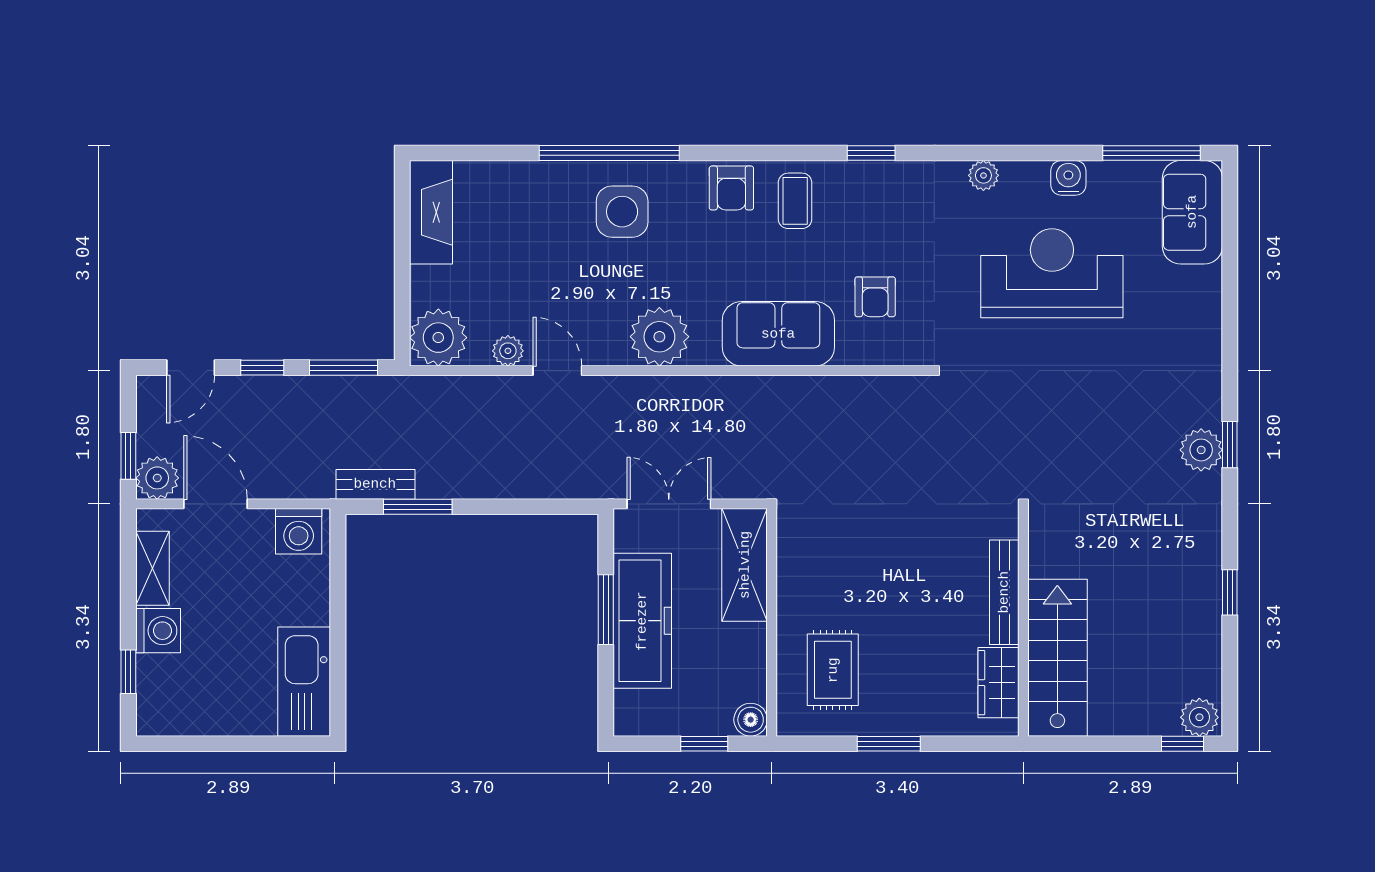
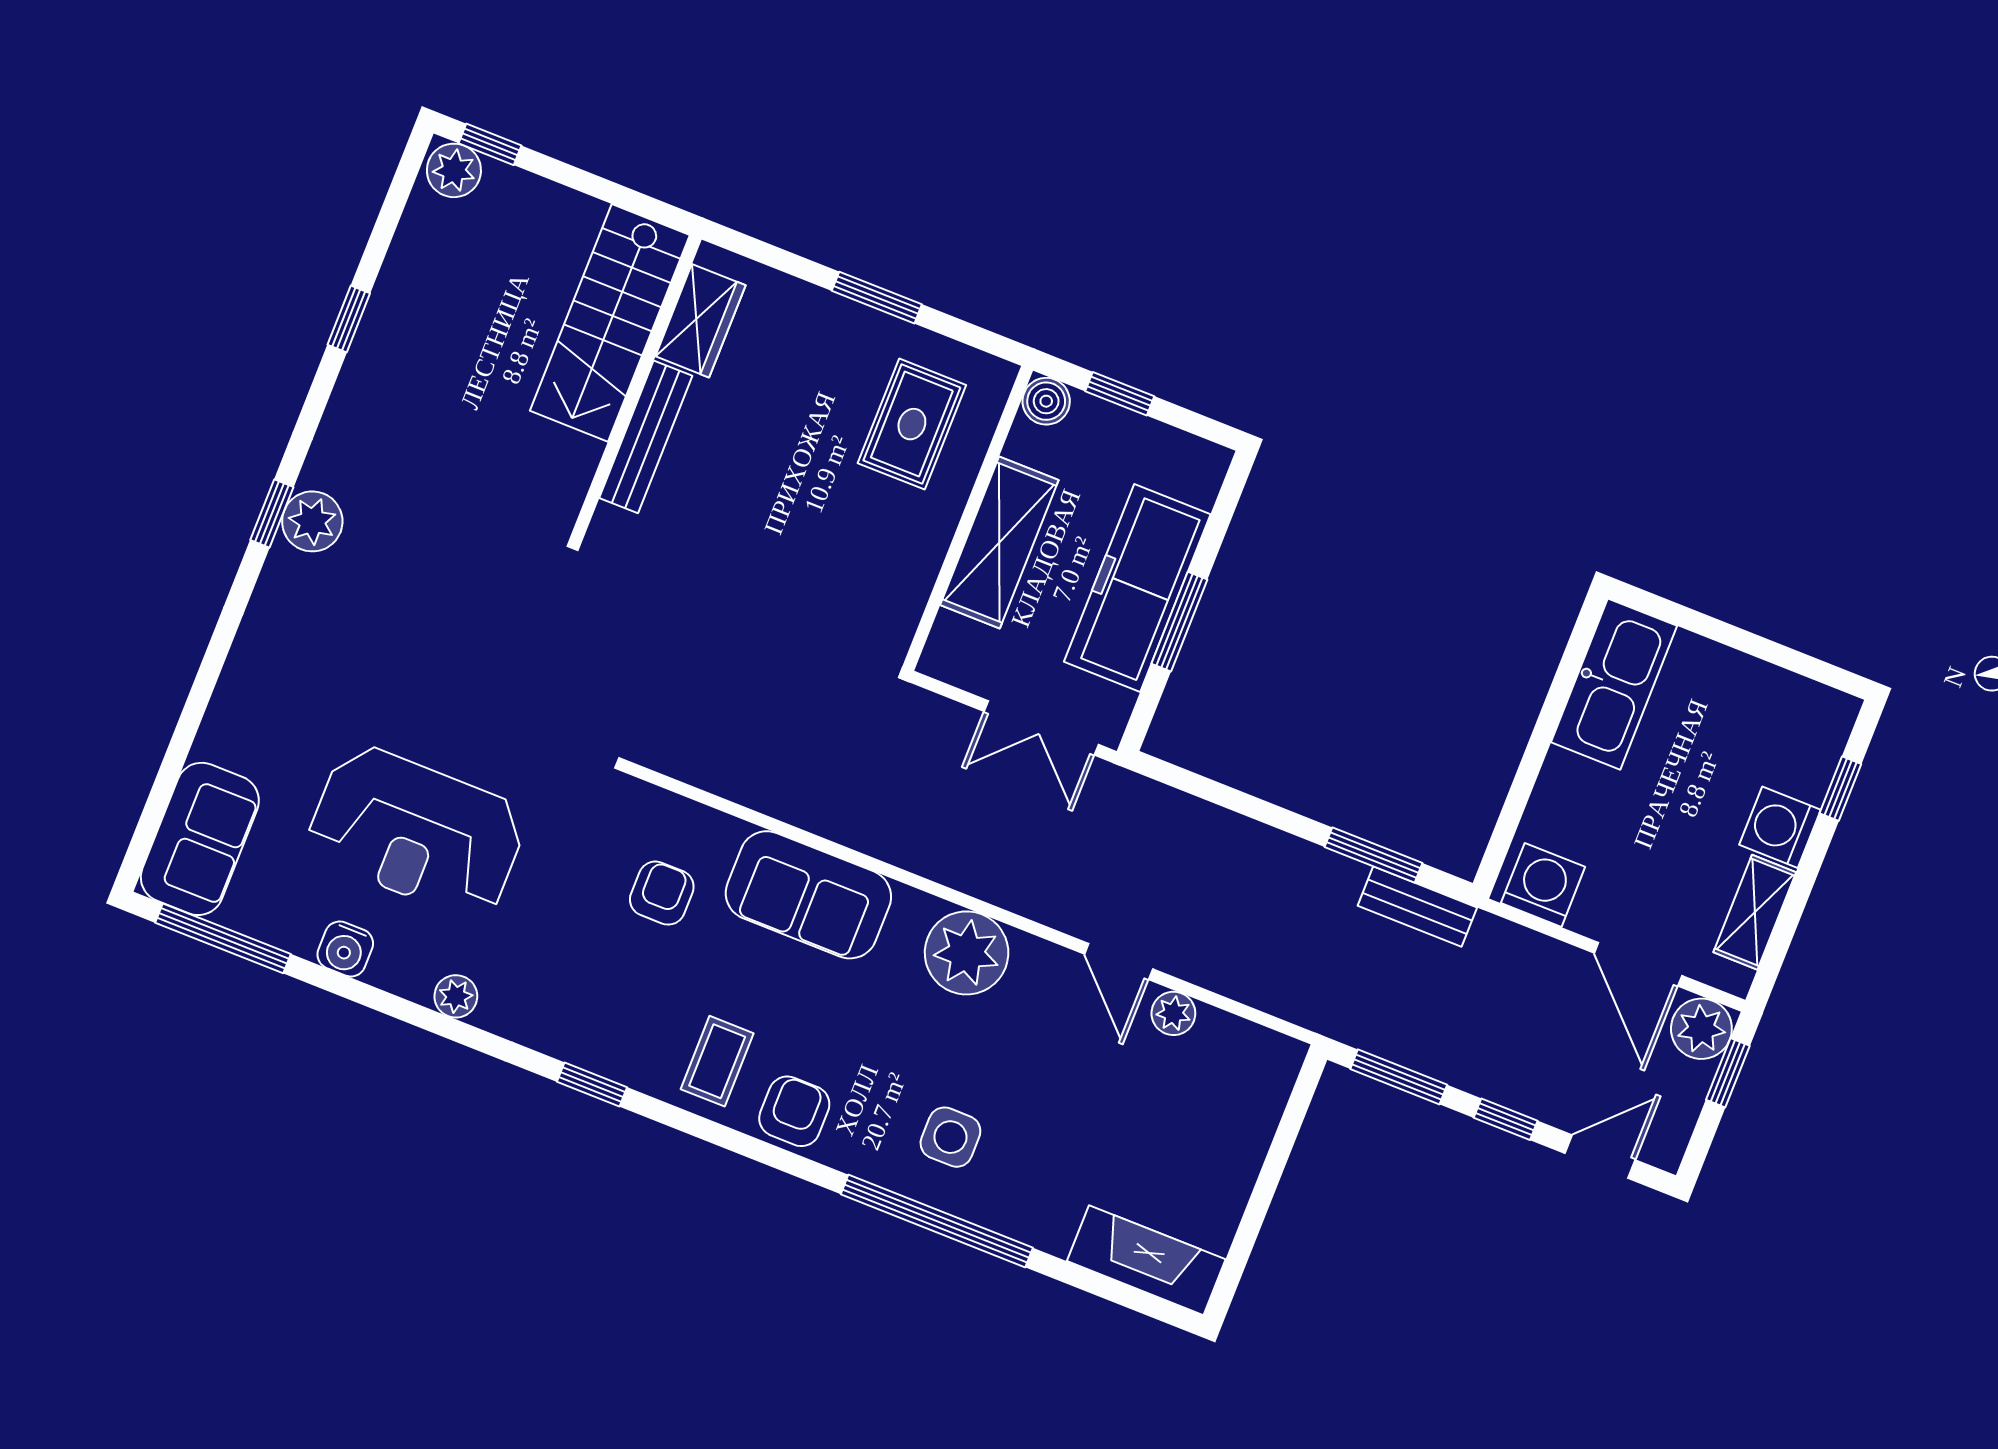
fireplace: (431, 212) -> (1146, 1260), moved, turned 90
side table: (622, 212) -> (950, 1137), width x0.73, depth x0.73
plant: (438, 338) -> (1258, 1067), removed
shelving: (745, 565) -> (999, 542), moved

